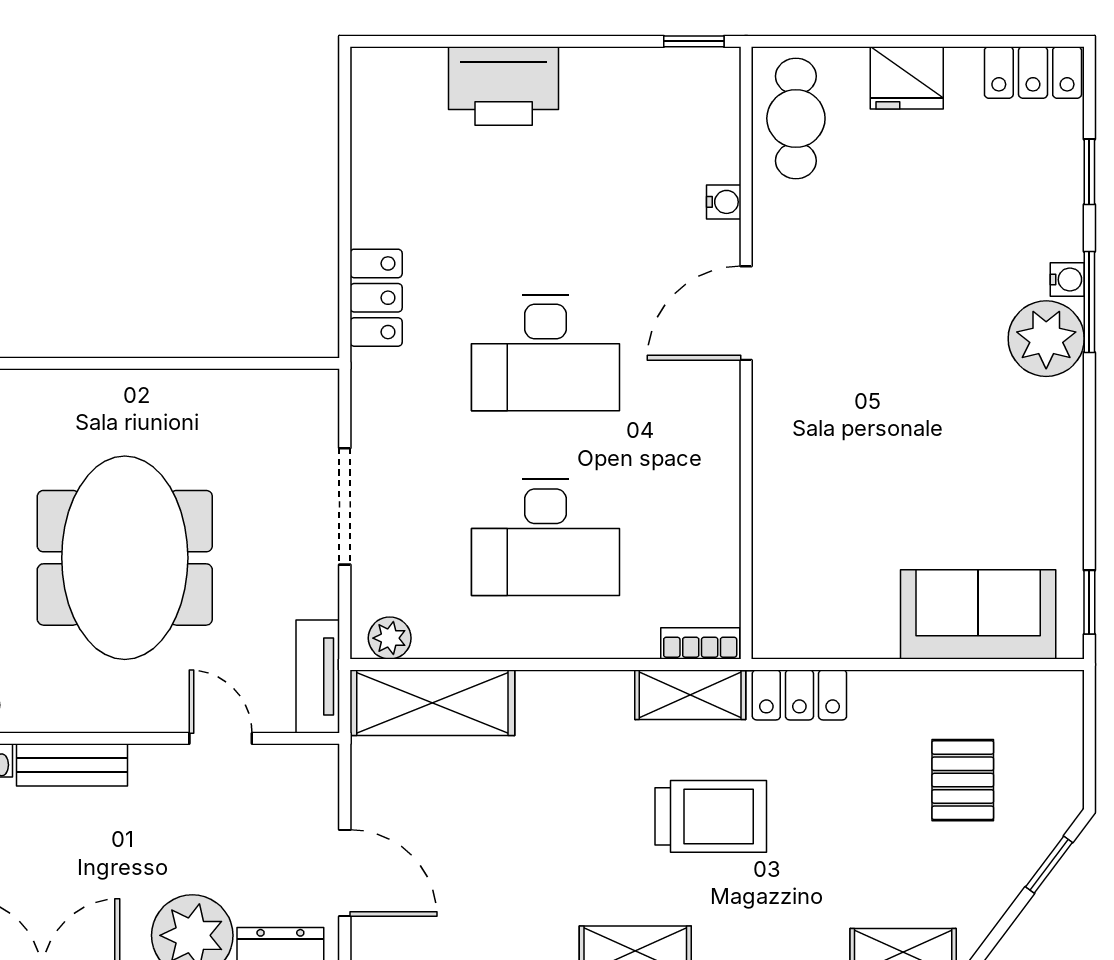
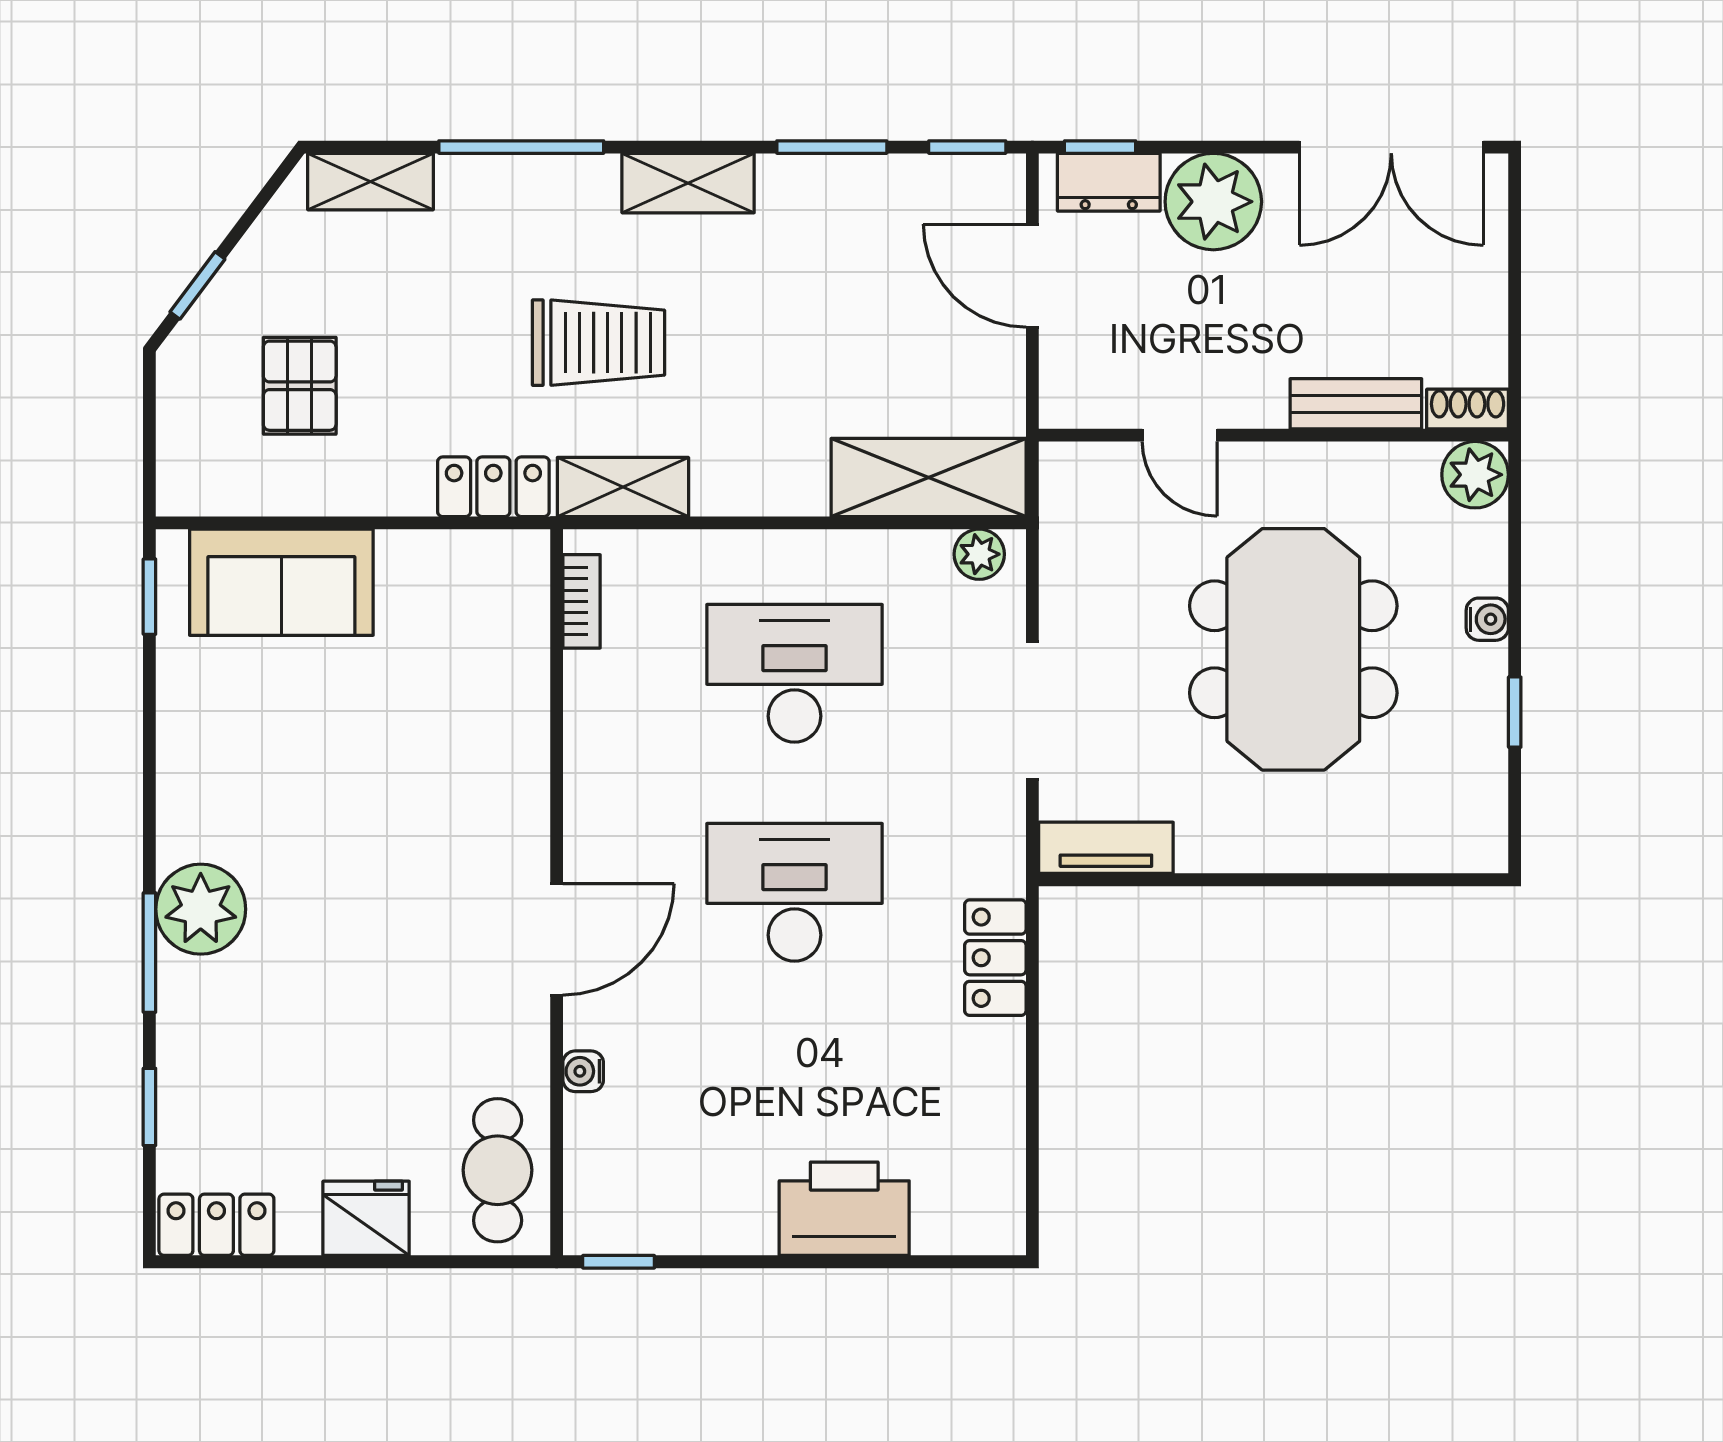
water cooler: (1067, 280) -> (176, 979), removed
bookcase: (700, 643) -> (581, 601), moved, turned -90
tv unit: (318, 676) -> (1106, 848), moved, turned -90
trolley: (711, 816) -> (599, 343), turned 180

